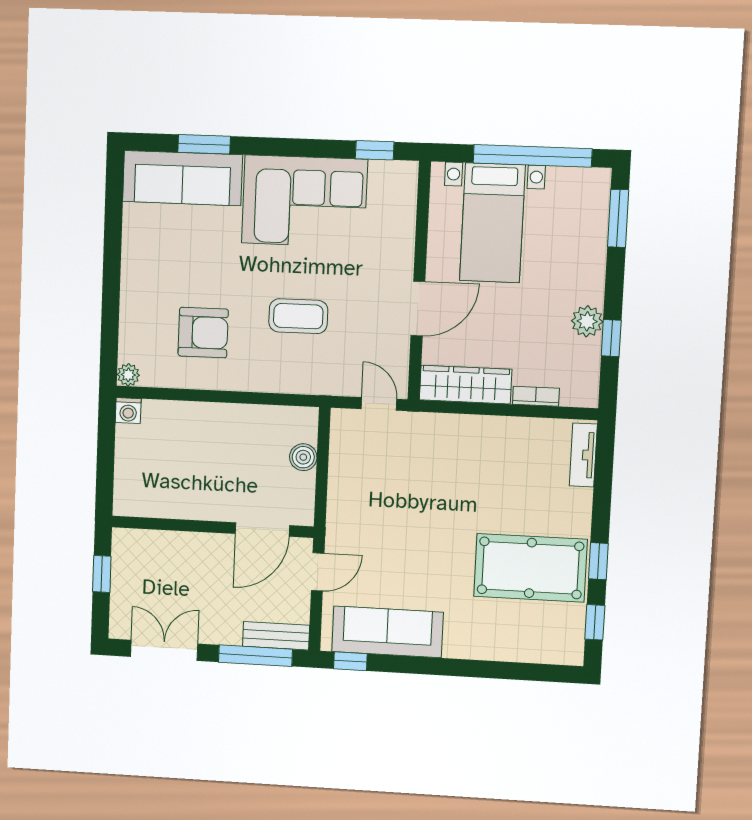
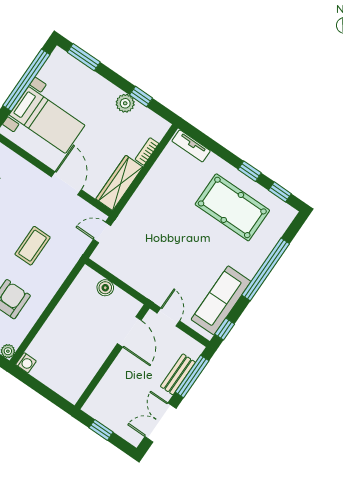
pool table: (530, 568) -> (232, 207), turned 90
bench: (276, 636) -> (178, 374), moved
window: (471, 668) -> (266, 269), added

